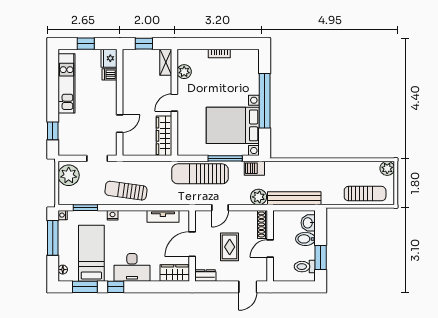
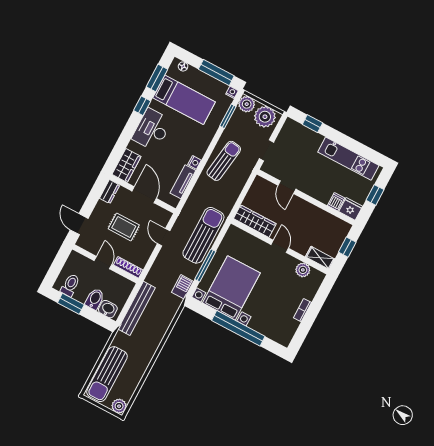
sun lounger: (365, 194) -> (107, 374), width x1.36, depth x1.34
plant: (259, 197) -> (247, 104), moved
nightstand: (113, 215) -> (195, 162), moved

